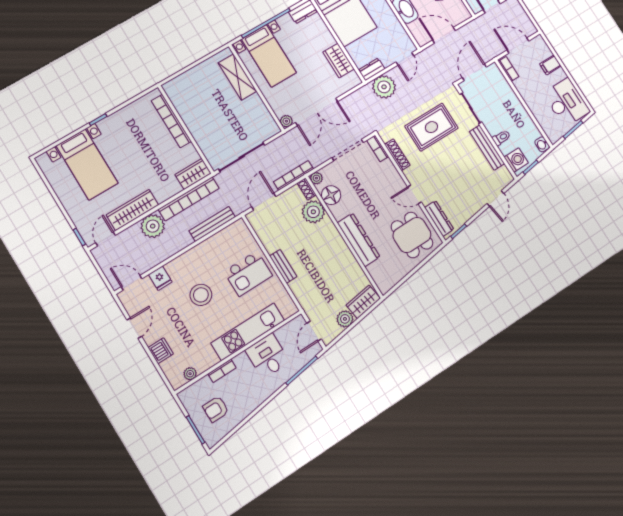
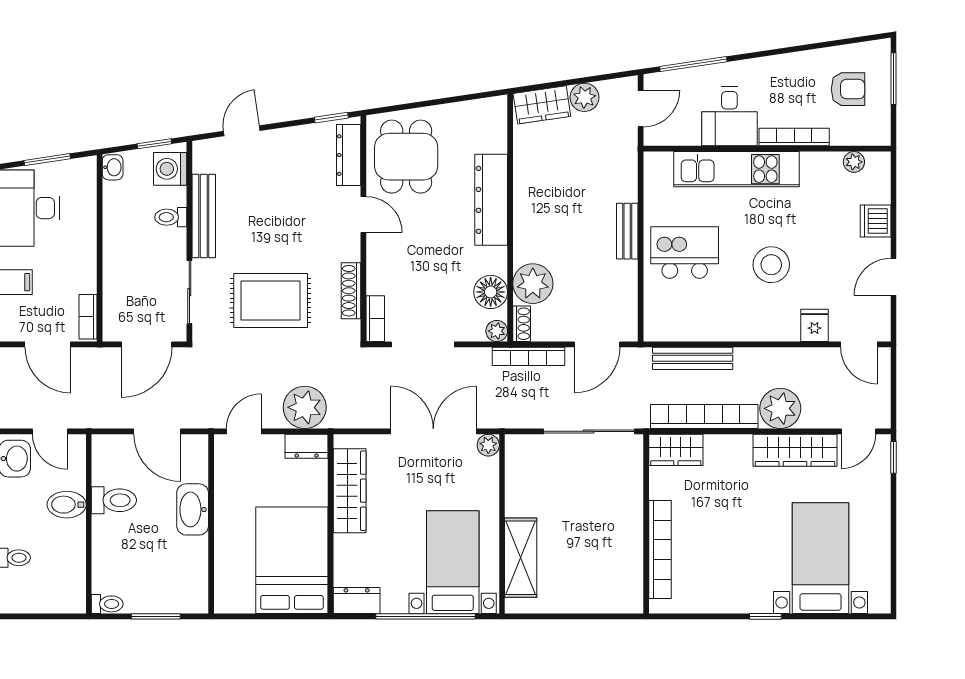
wardrobe: (339, 61) -> (350, 491), width x1.50
bookcase: (222, 371) -> (794, 137), width x1.56

